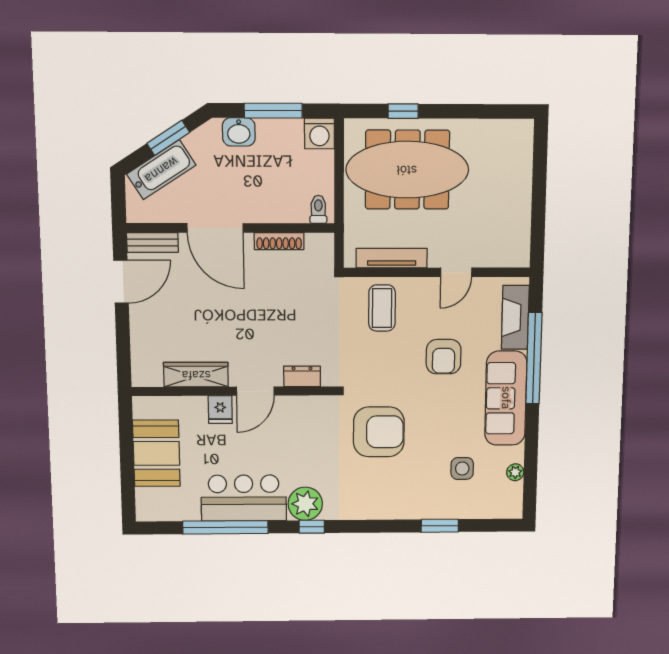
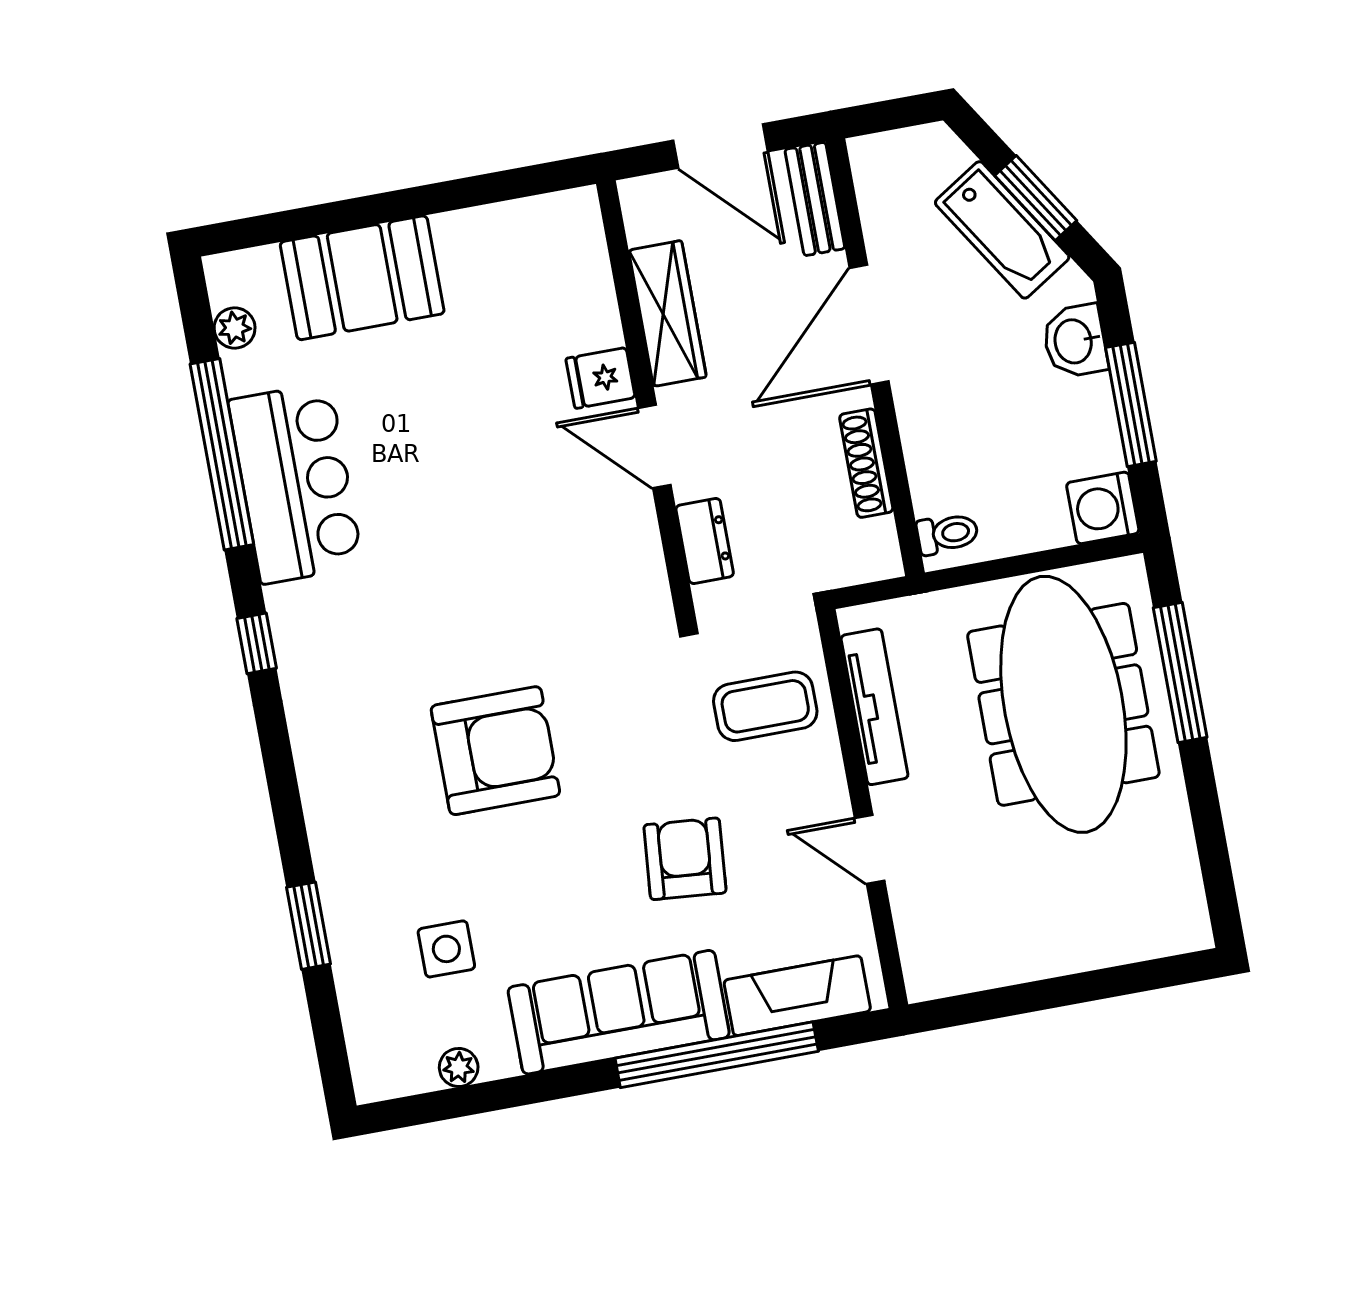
window: (403, 111) -> (1180, 672), width x2.17
bathtub: (161, 170) -> (1002, 230), moved
armchair: (444, 357) -> (685, 859), turned 95
wardrobe: (196, 375) -> (667, 314), moved
dresser: (302, 376) -> (705, 541), moved
wall: (233, 391) -> (646, 399), moved
door: (255, 391) -> (654, 447), moved
fridge: (220, 410) -> (601, 378), moved
armchair: (379, 432) -> (495, 751), turned -90
plant: (305, 504) -> (235, 328), moved, width x0.53, depth x0.53

